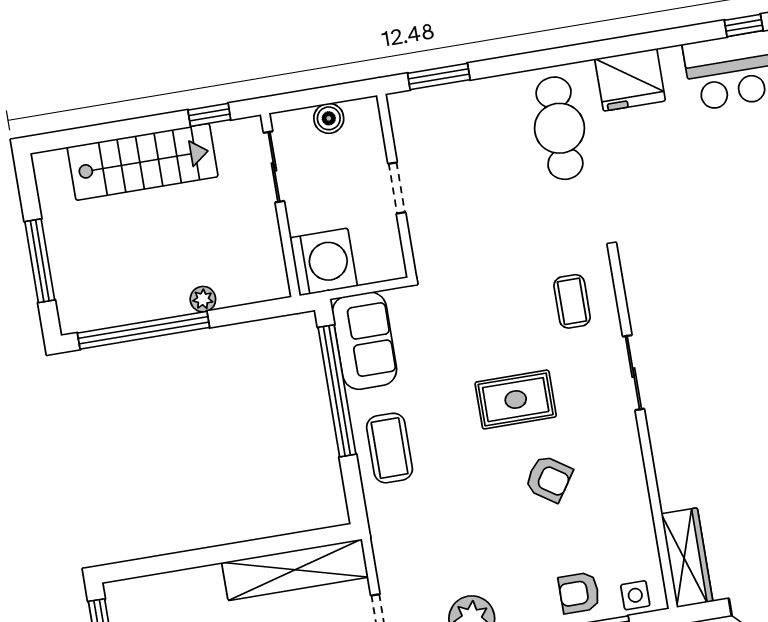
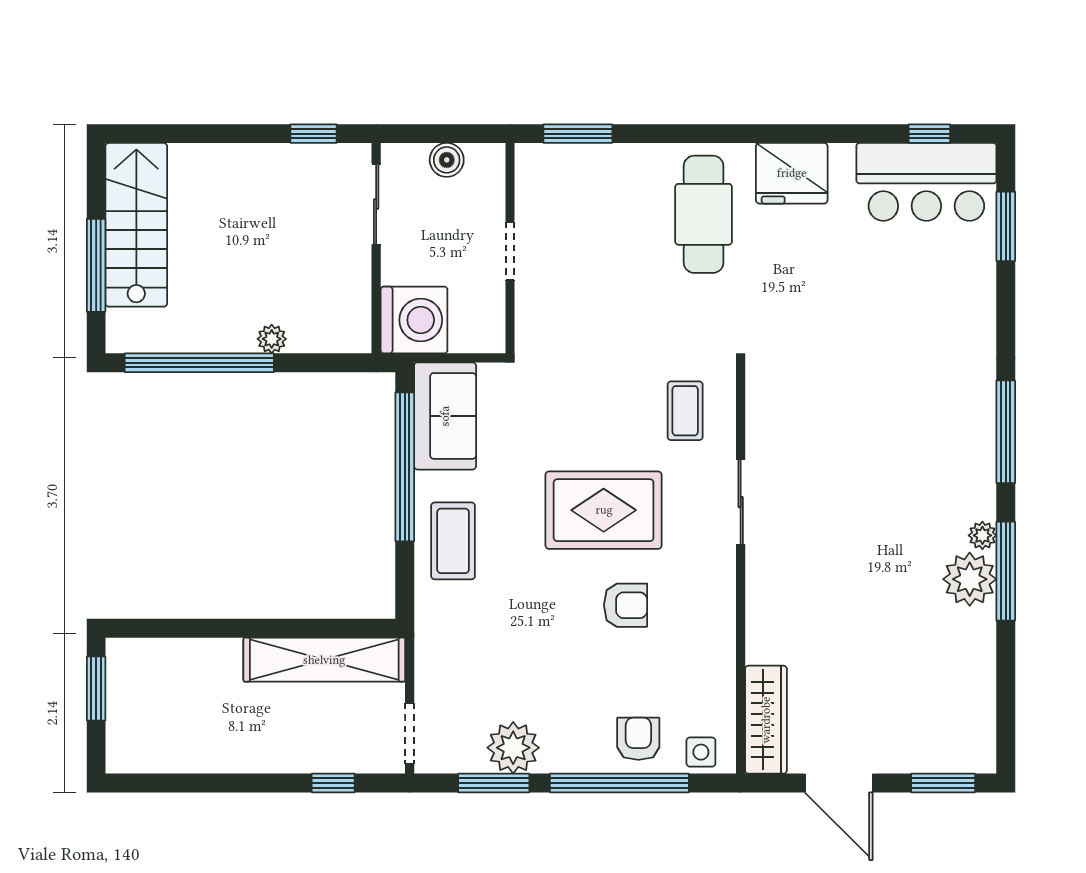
stairs: (143, 162) -> (136, 225), moved, turned -90
rug: (516, 400) -> (604, 510), width x1.36, depth x1.43
armchair: (549, 479) -> (626, 605), turned -34
armchair: (579, 593) -> (638, 739), turned 90

